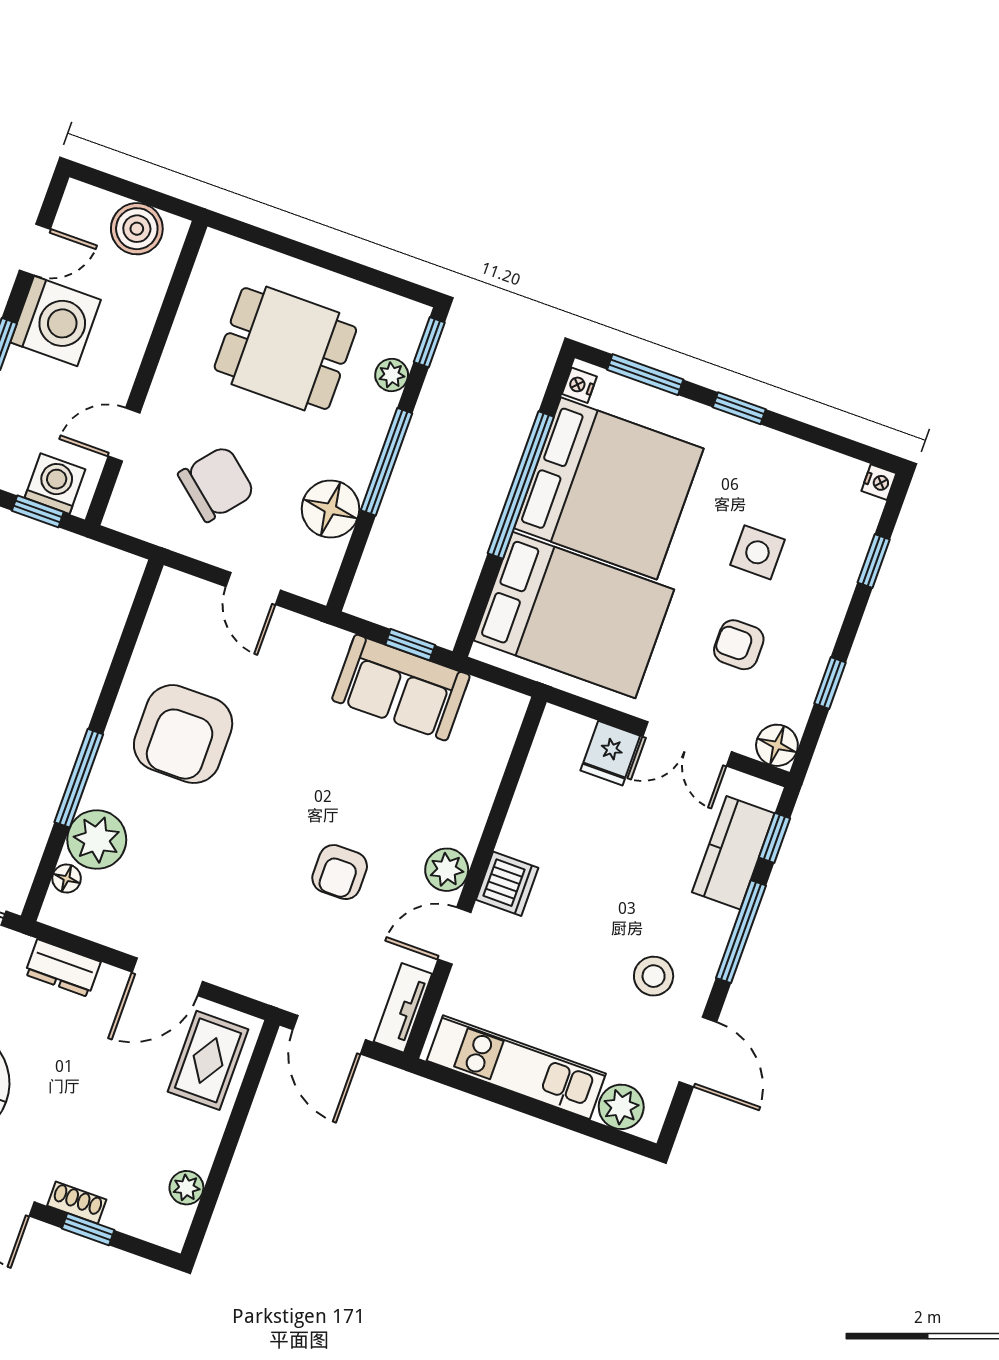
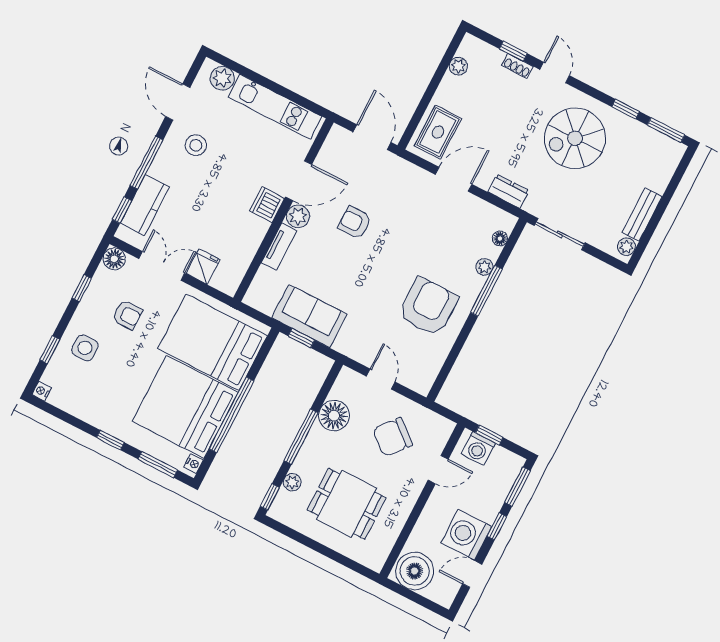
boiler: (137, 229) -> (415, 571), width x1.37, depth x1.37
side table: (757, 552) -> (85, 348), moved
plant: (97, 840) -> (484, 267), width x0.53, depth x0.53
armchair: (340, 872) -> (355, 223), turned -90
door: (454, 936) -> (299, 181), width x1.38
tv unit: (403, 1008) -> (279, 247), moved

